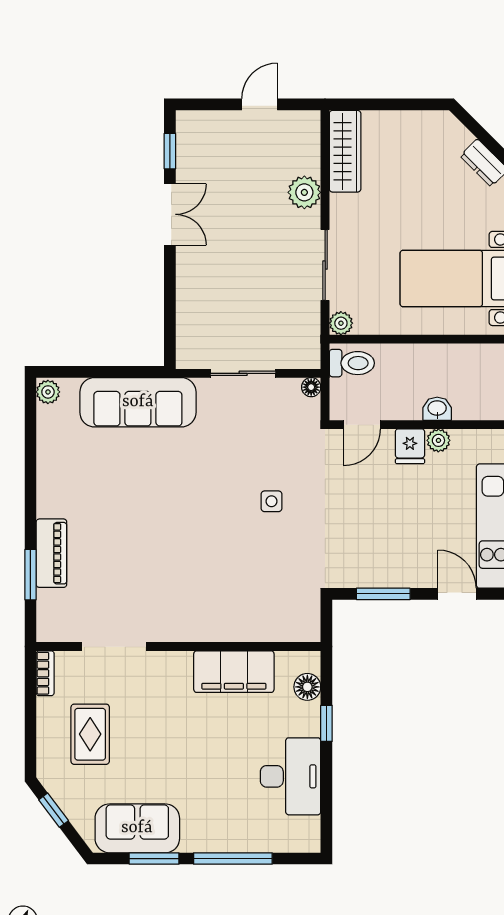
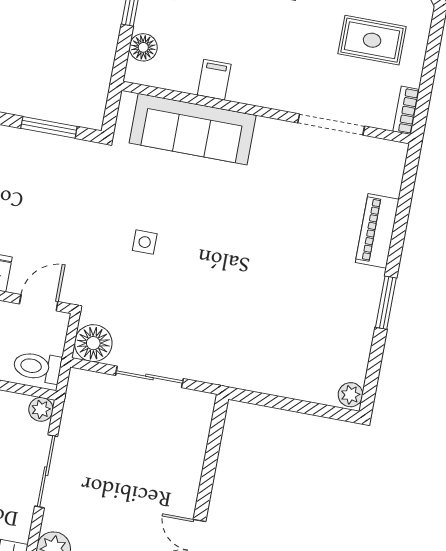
floor lamp: (311, 387) -> (93, 343), width x1.89, depth x1.89
sofa: (138, 402) -> (193, 129), moved, turned 180
window: (30, 575) -> (386, 303), moved
filing cabinet: (234, 672) -> (214, 80), width x0.33, depth x0.86
rug: (90, 734) -> (372, 40), turned 90

